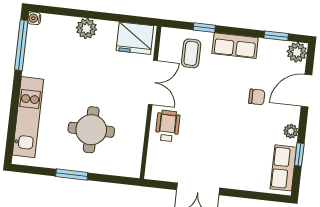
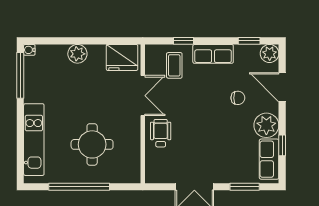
door: (307, 91) -> (282, 87), hinge flipped
plant: (291, 131) -> (266, 125), width x1.87, depth x1.87
window: (72, 174) -> (79, 187), width x2.11
window: (253, 195) -> (245, 187), added

